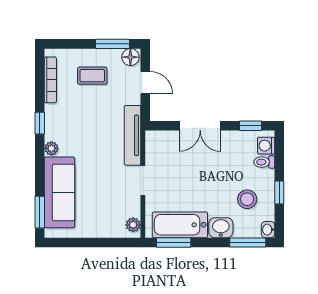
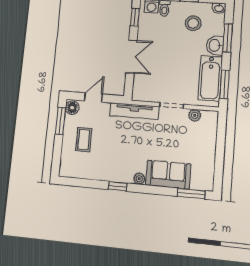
bookcase: (50, 80) -> (84, 174), removed
sofa: (60, 192) -> (168, 175), width x0.73
plant: (133, 225) -> (195, 115), moved
window: (248, 242) -> (228, 38), moved

